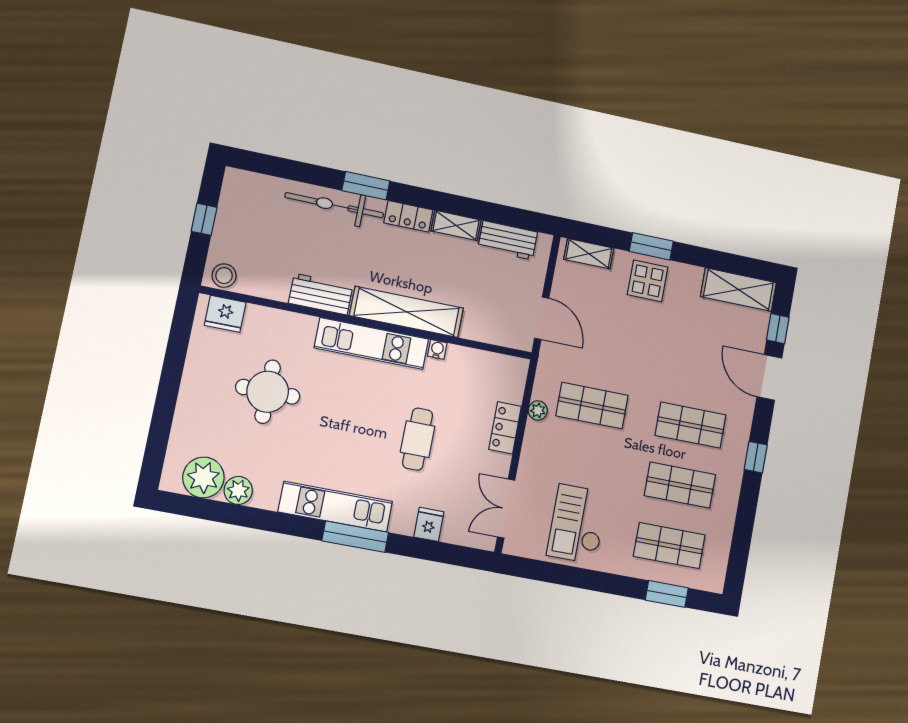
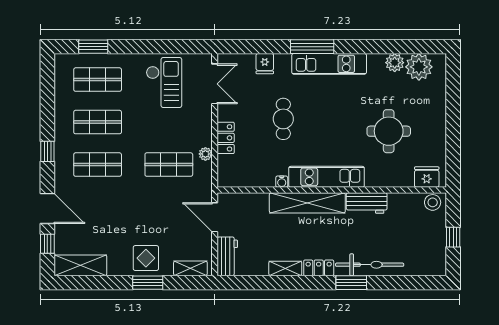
workbench: (508, 240) -> (227, 256), moved, turned 90

